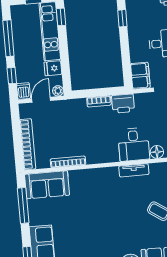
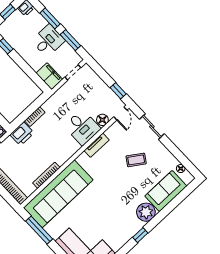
printer: (123, 104) -> (22, 134), moved
sofa: (47, 185) -> (58, 194), width x1.85, depth x1.27

